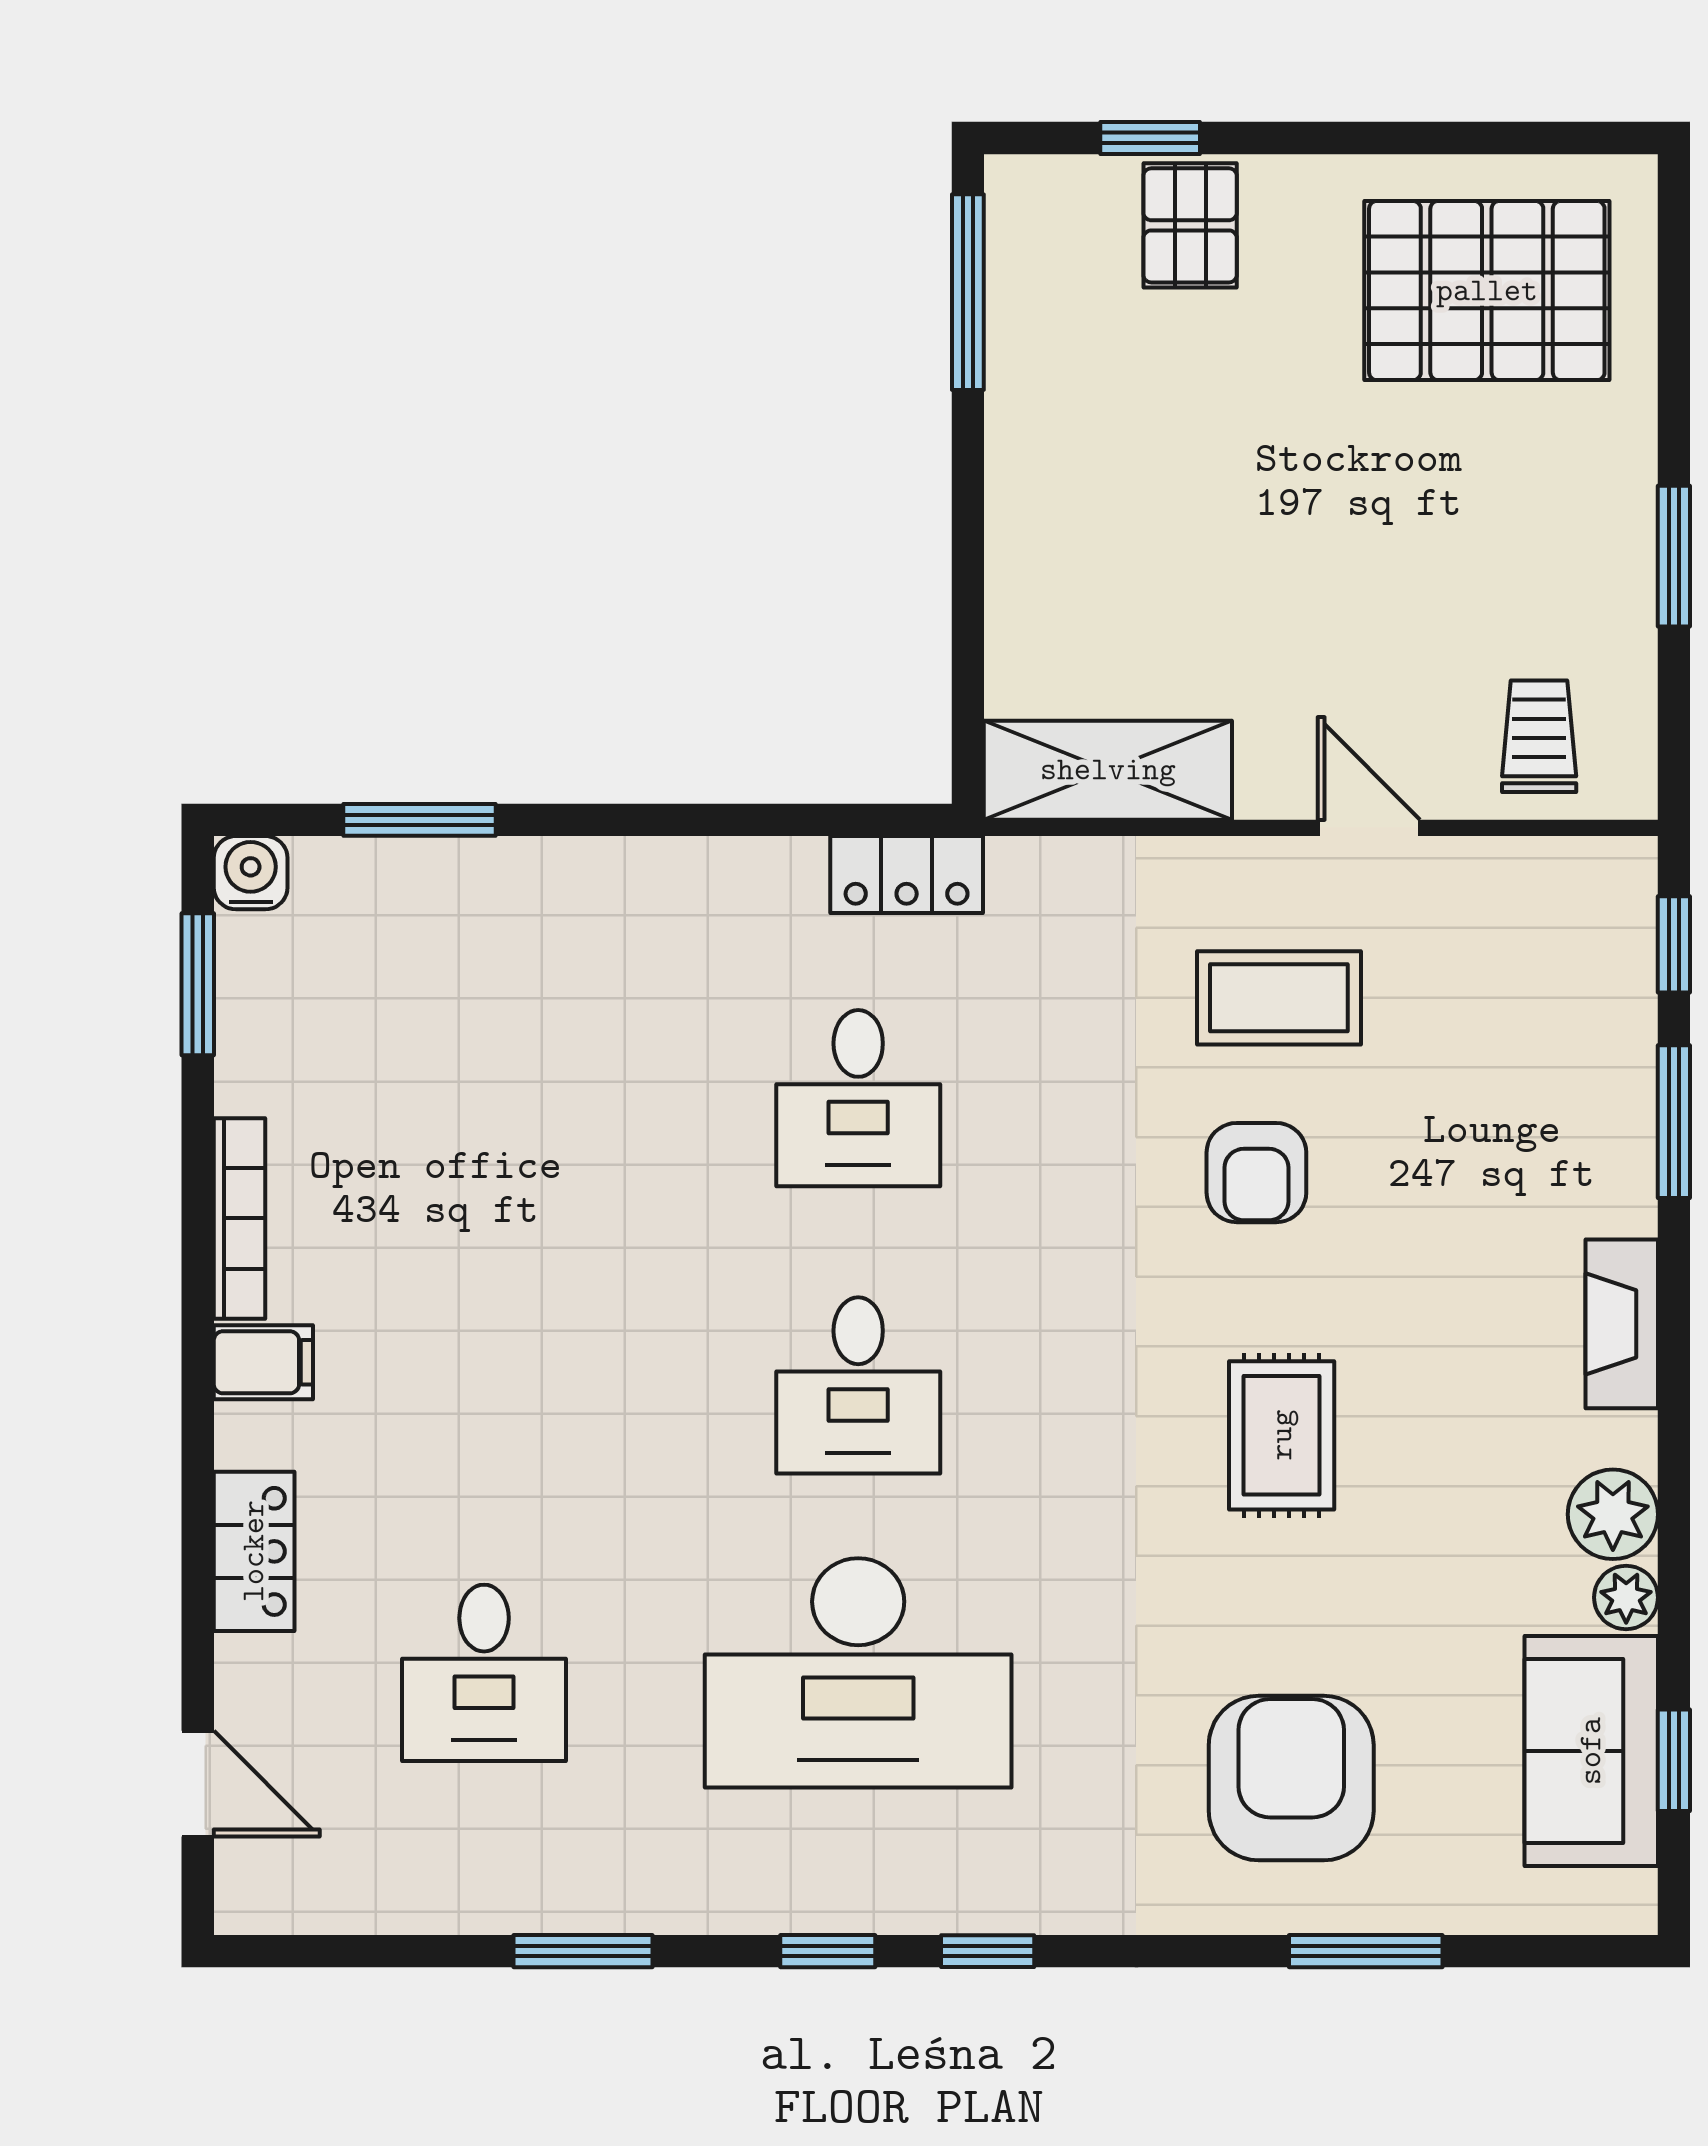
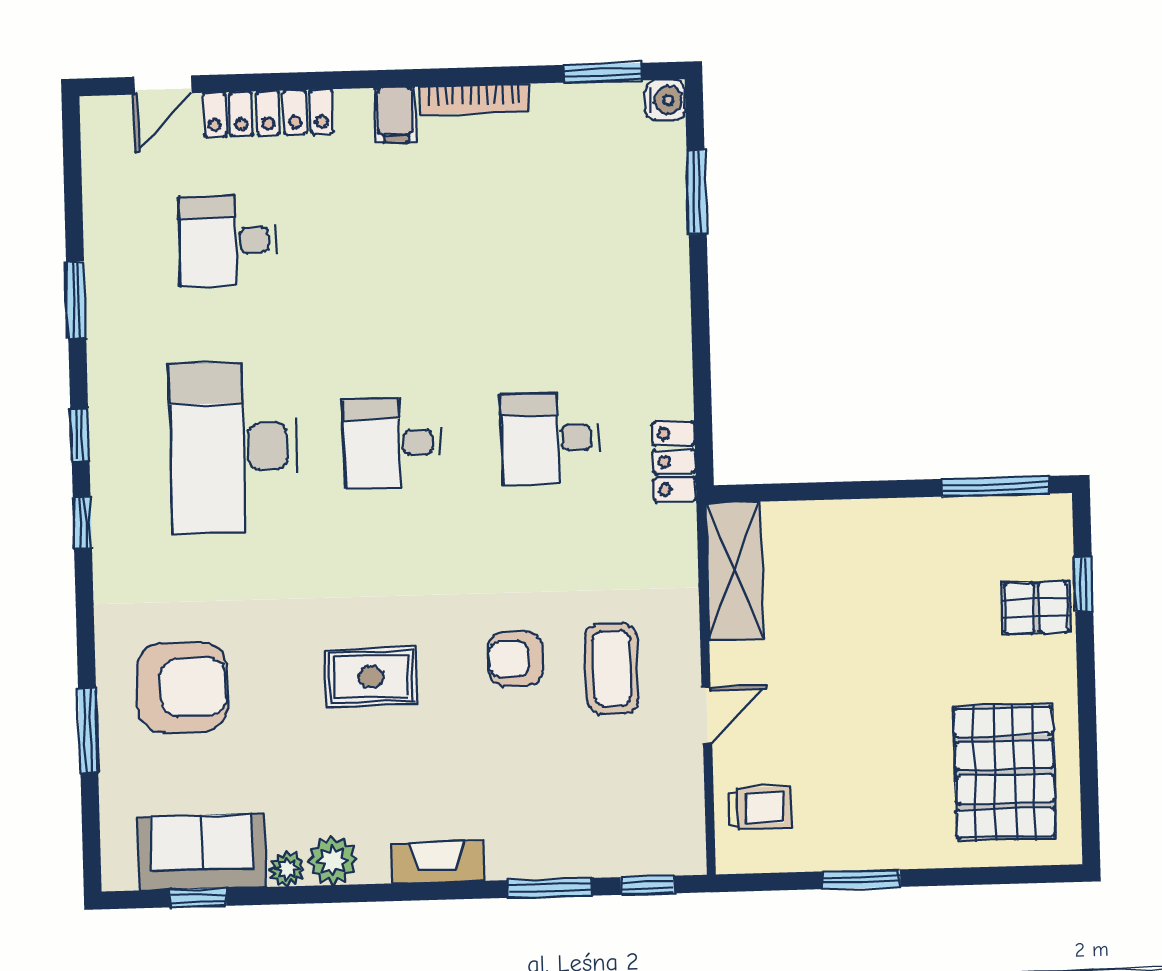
locker: (254, 1551) -> (268, 113), width x1.53

